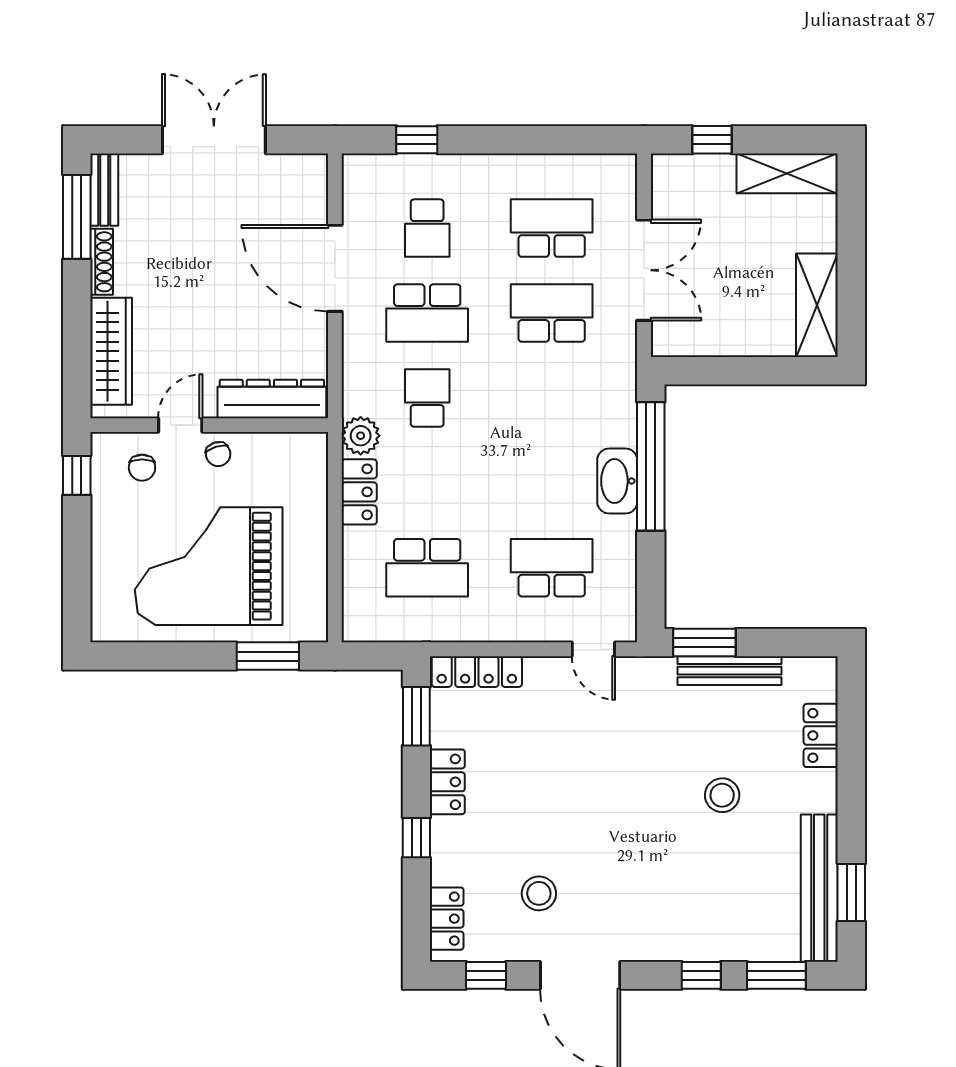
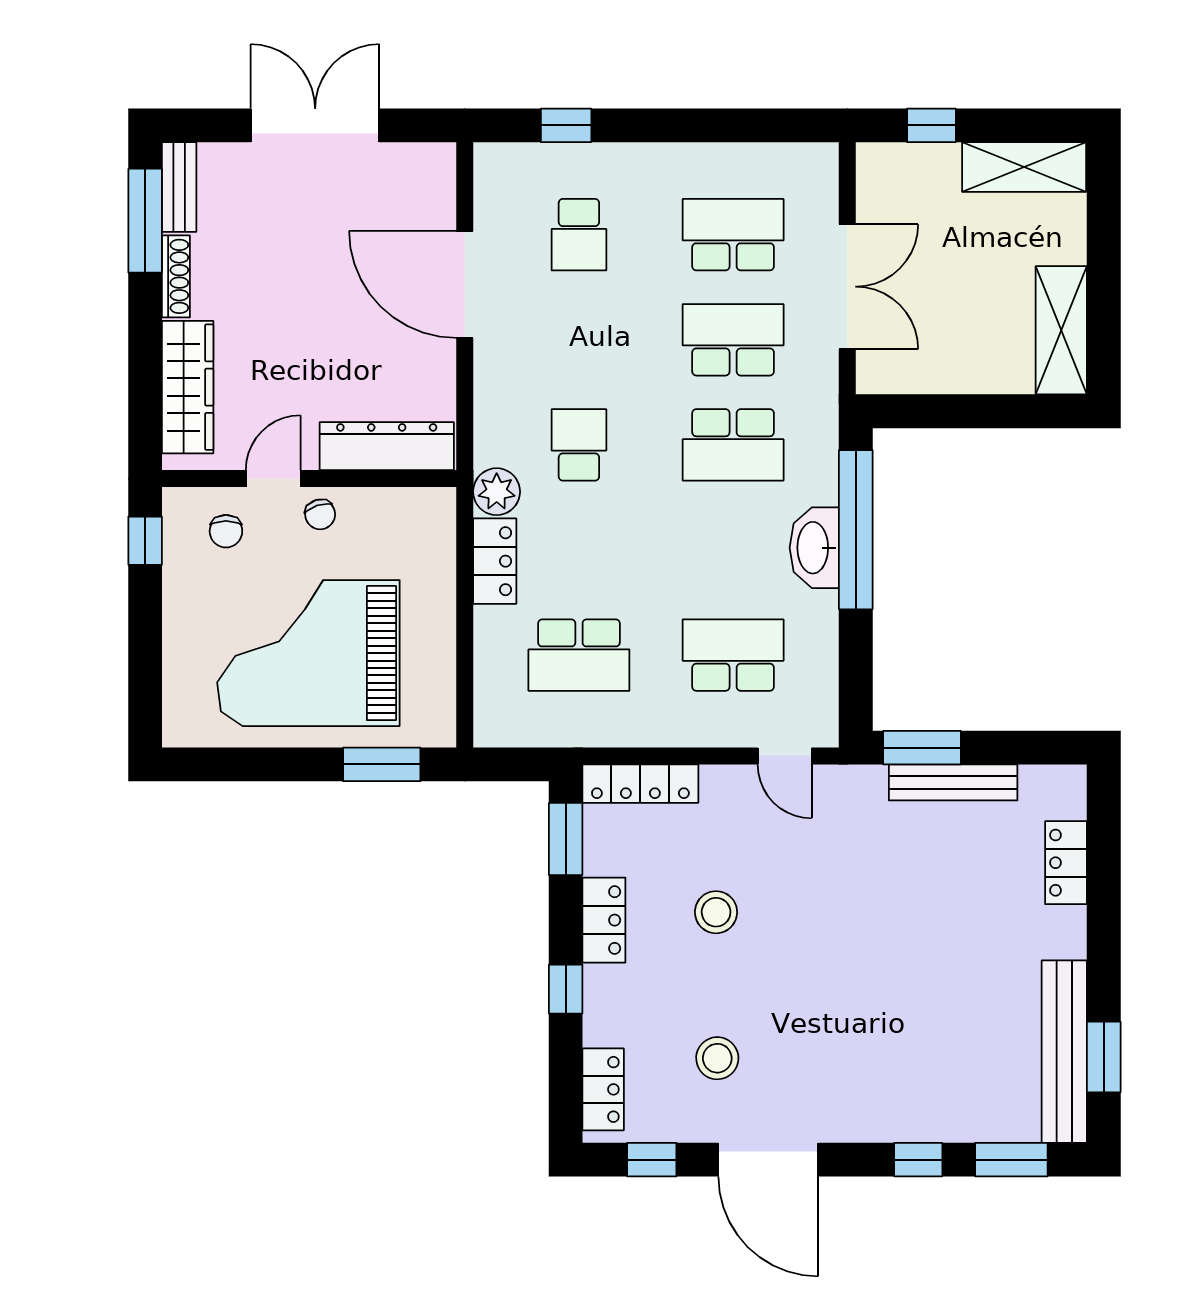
school desk: (427, 313) -> (733, 445), moved
stool: (722, 795) -> (716, 912), moved

